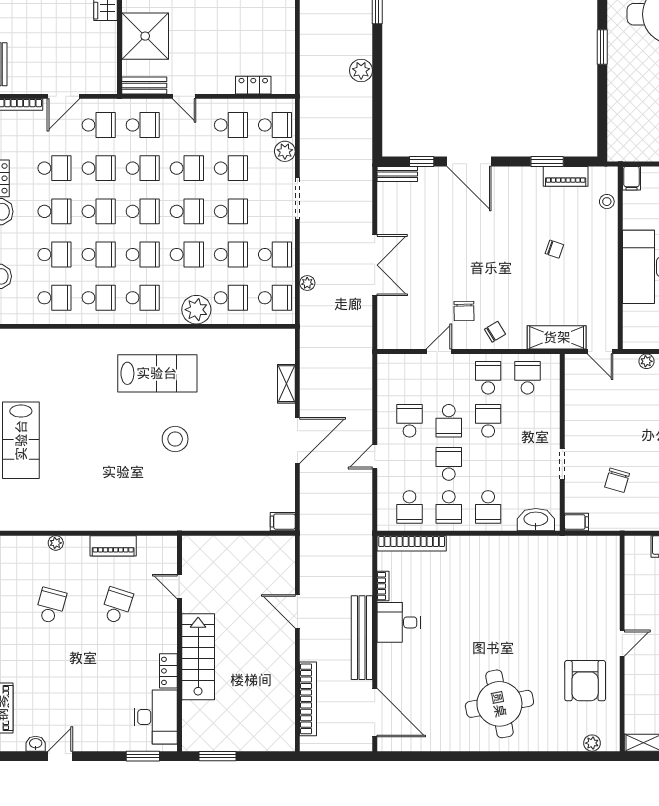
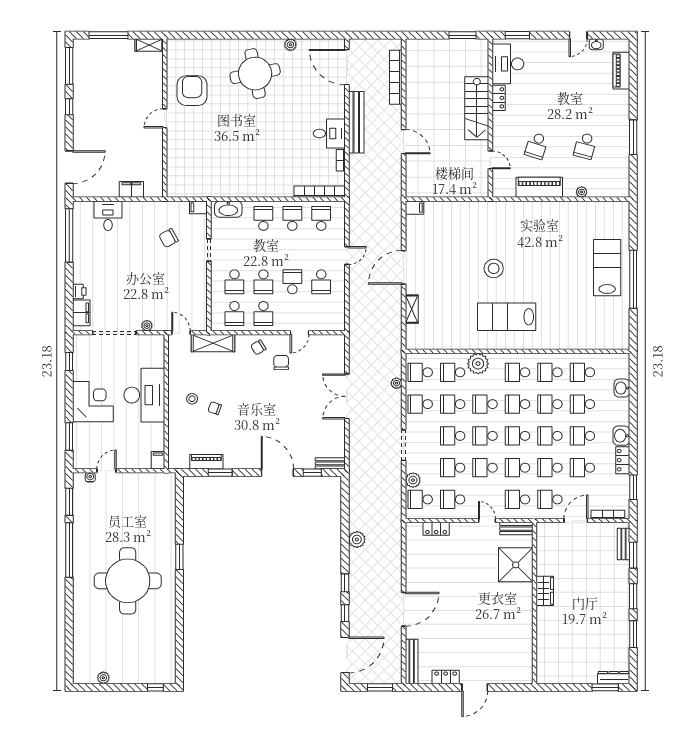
stool: (607, 202) -> (192, 399), moved
school desk: (449, 464) -> (234, 282), moved
chair: (617, 480) -> (169, 238), turned -135
piano: (113, 546) -> (539, 187), width x1.37, depth x1.33
plant: (592, 743) -> (290, 45), moved

